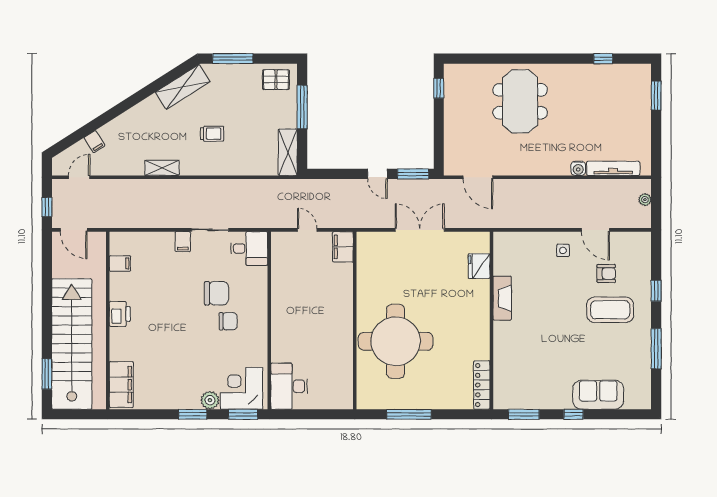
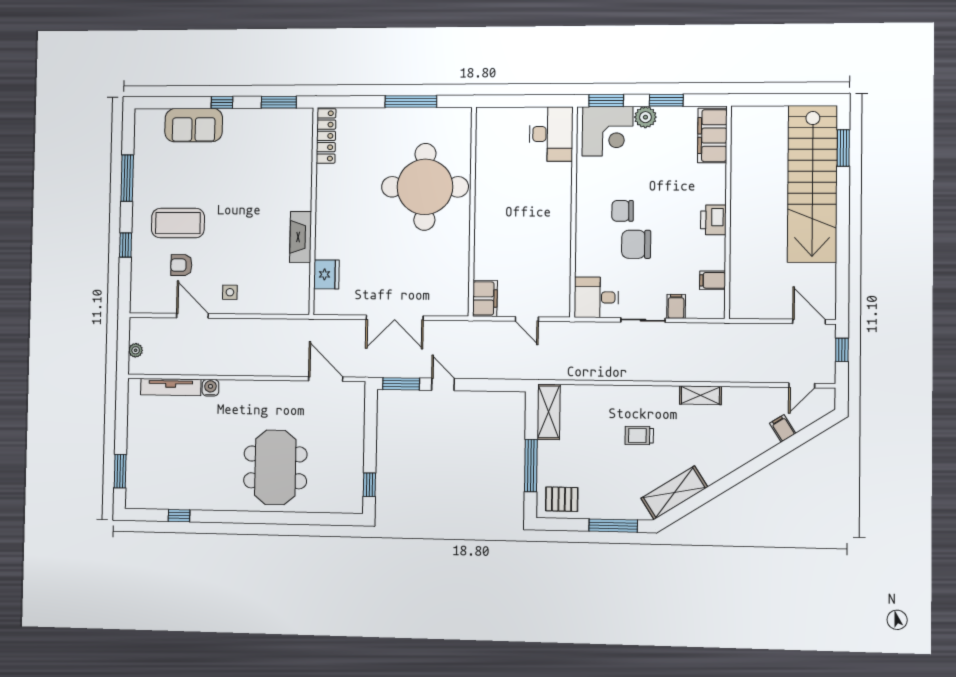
filing cabinet: (120, 263) -> (713, 280), moved
printer: (120, 314) -> (713, 220), moved
wall: (108, 320) -> (728, 212), moved
filing cabinet: (121, 385) -> (712, 136), moved

